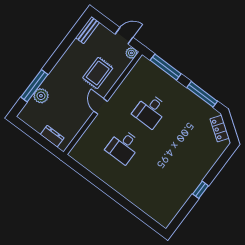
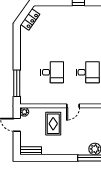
rug: (98, 73) -> (53, 124), turned 90
window: (202, 94) -> (17, 47), removed

